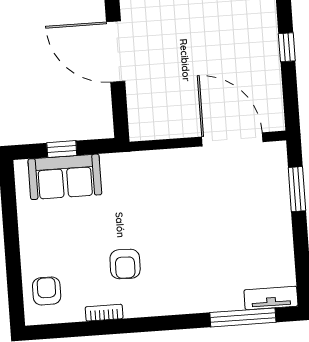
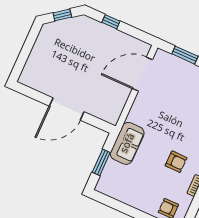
window: (62, 149) -> (101, 162), width x1.50
sofa: (65, 177) -> (127, 143), moved

